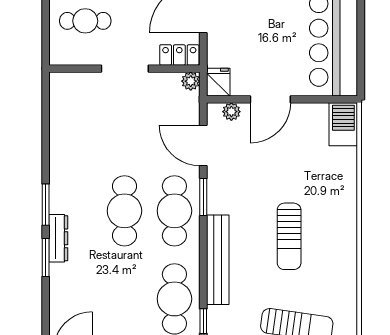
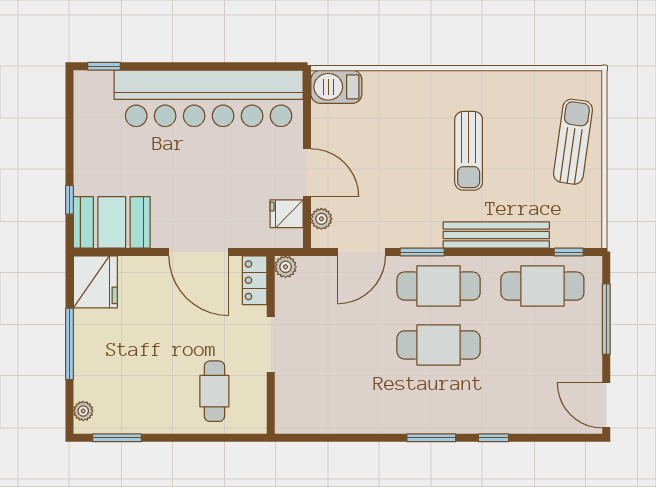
fridge: (218, 82) -> (287, 214), moved
sun lounger: (289, 236) -> (469, 151), turned 90
dresser: (58, 238) -> (471, 423), removed
window: (46, 257) -> (493, 438), width x0.67

